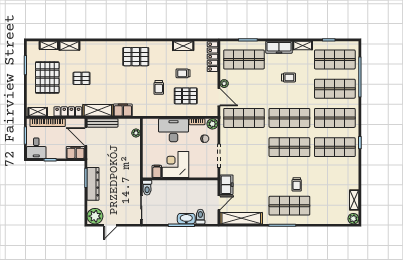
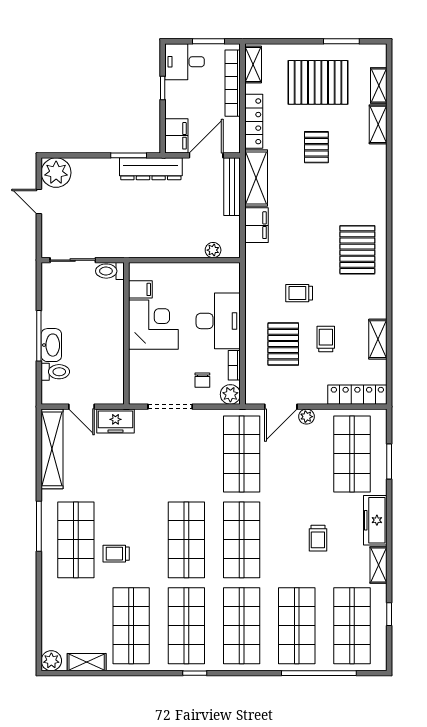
shop shelf: (335, 176) -> (131, 626), added
dresser: (93, 184) -> (151, 169), moved

